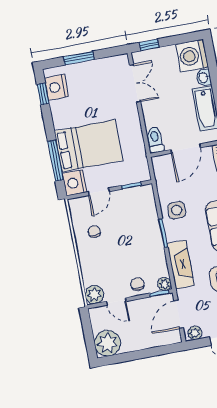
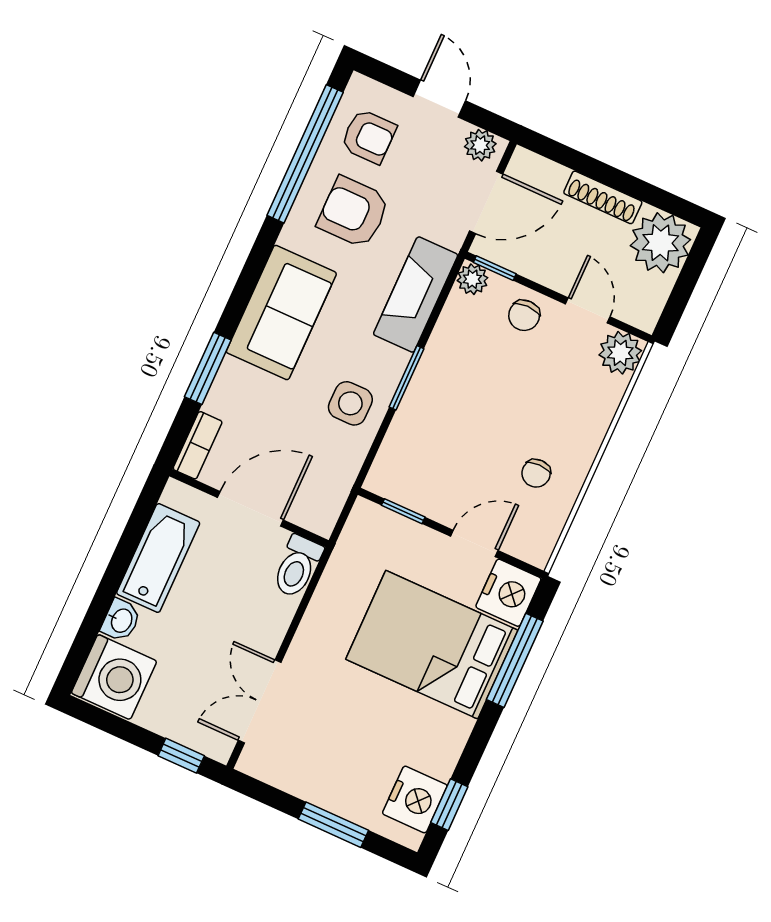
shoe rack: (139, 345) -> (603, 197), added

